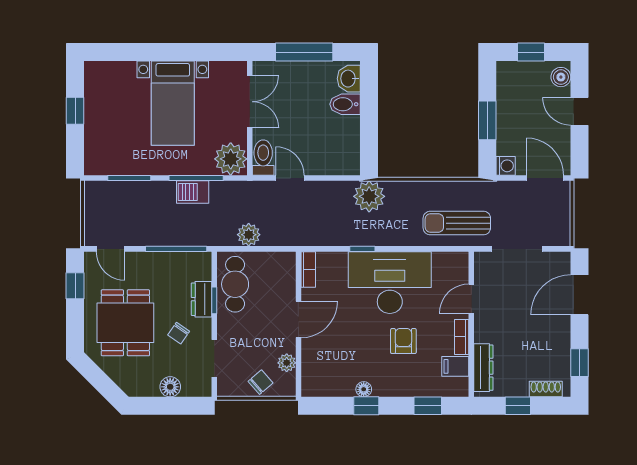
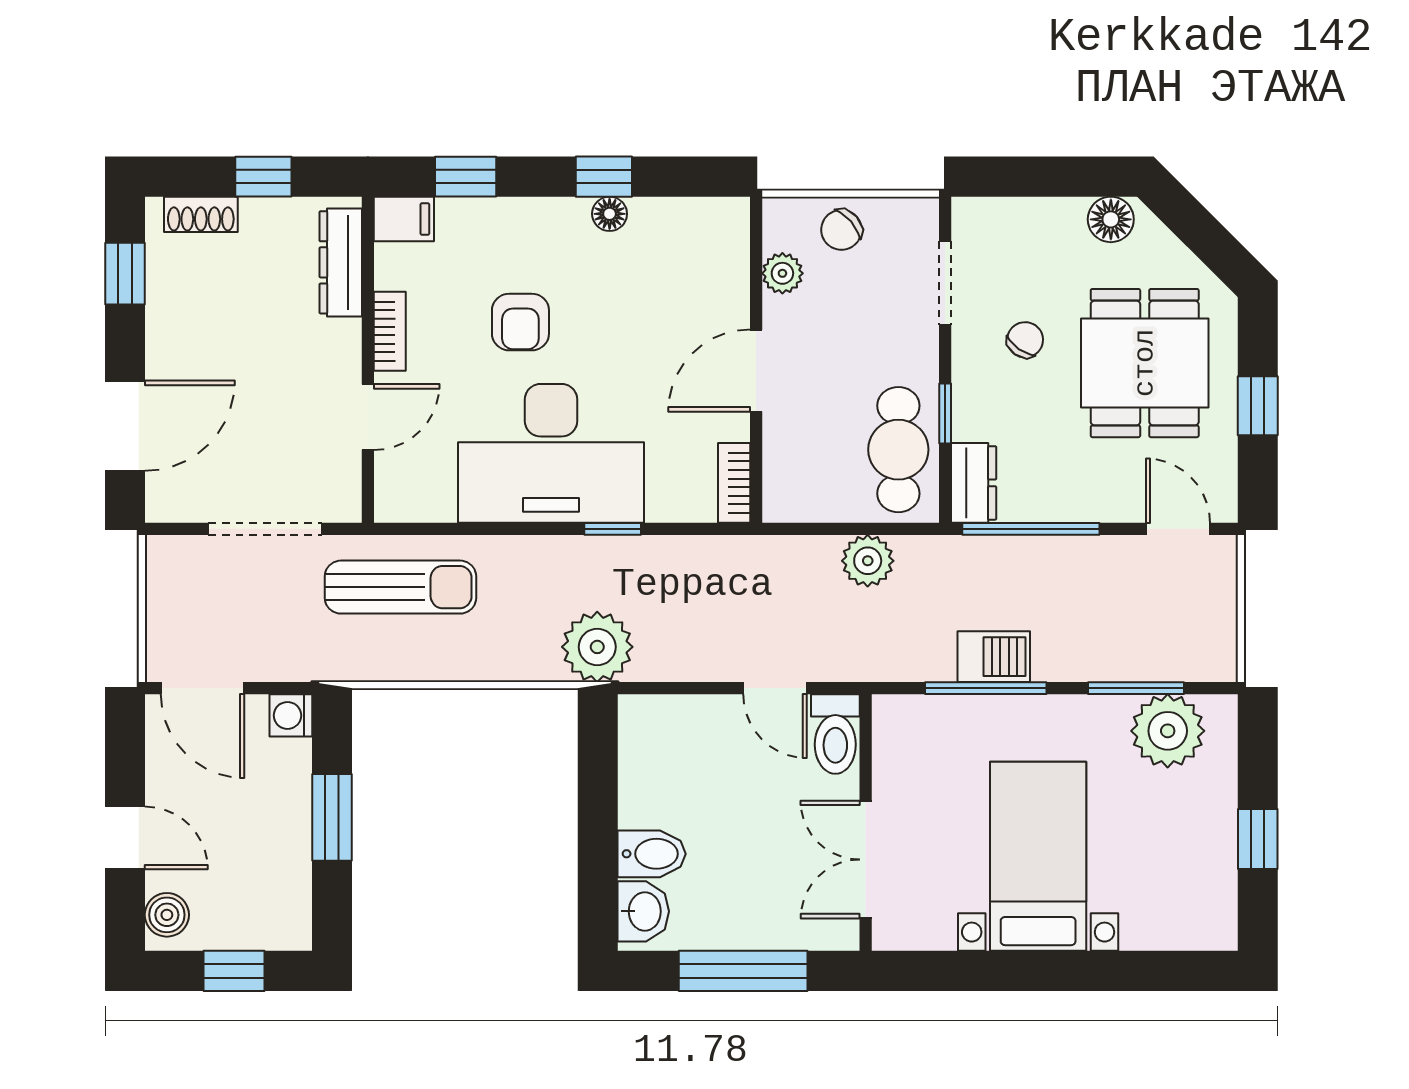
plant: (231, 159) -> (1168, 731), moved
window: (75, 286) -> (1258, 406), moved
dresser: (202, 299) -> (974, 483), moved
filing cabinet: (455, 366) -> (404, 219), moved
floor lamp: (170, 387) -> (1111, 219), moved

